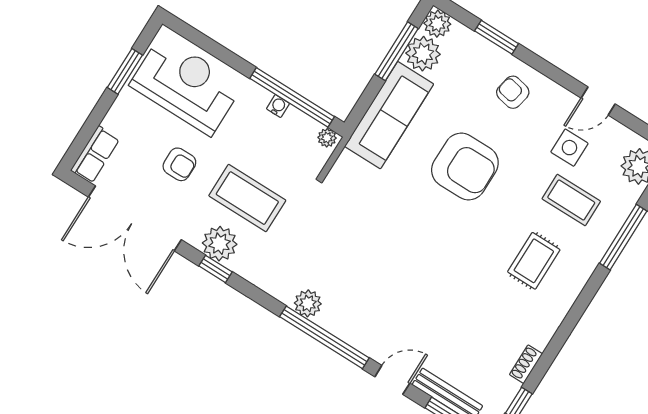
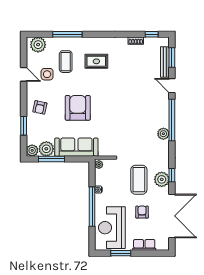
window: (292, 97) -> (92, 207), moved
row of seats: (95, 155) -> (144, 245), moved

